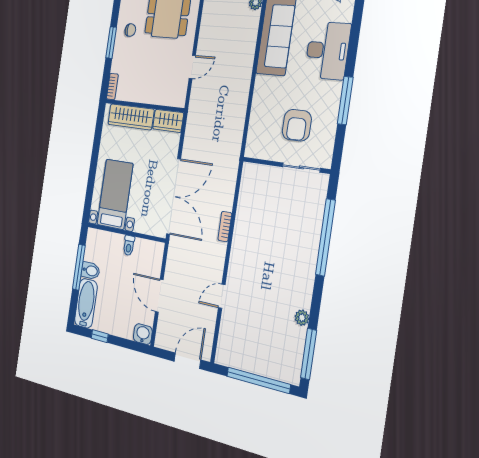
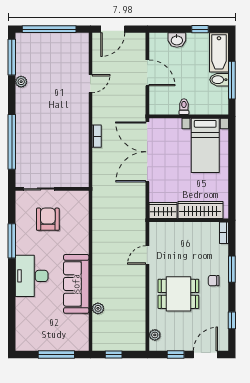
washbasin: (143, 334) -> (177, 40), moved

